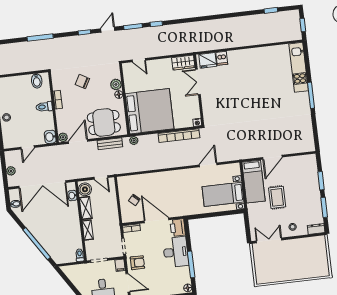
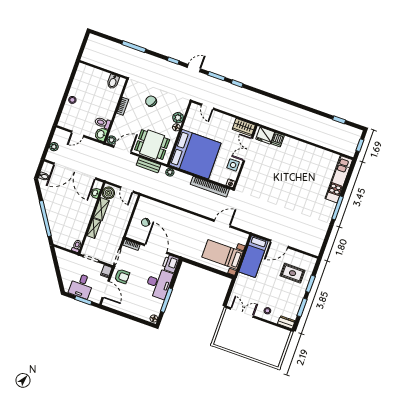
side table: (191, 104) -> (233, 165), added
toilet: (44, 107) -> (103, 123), moved
rug: (277, 197) -> (293, 273), moved, turned 90

